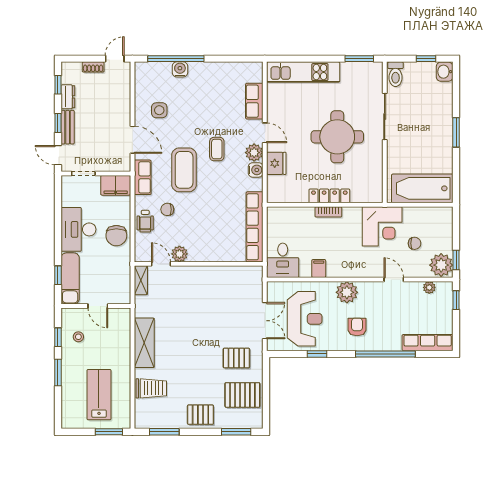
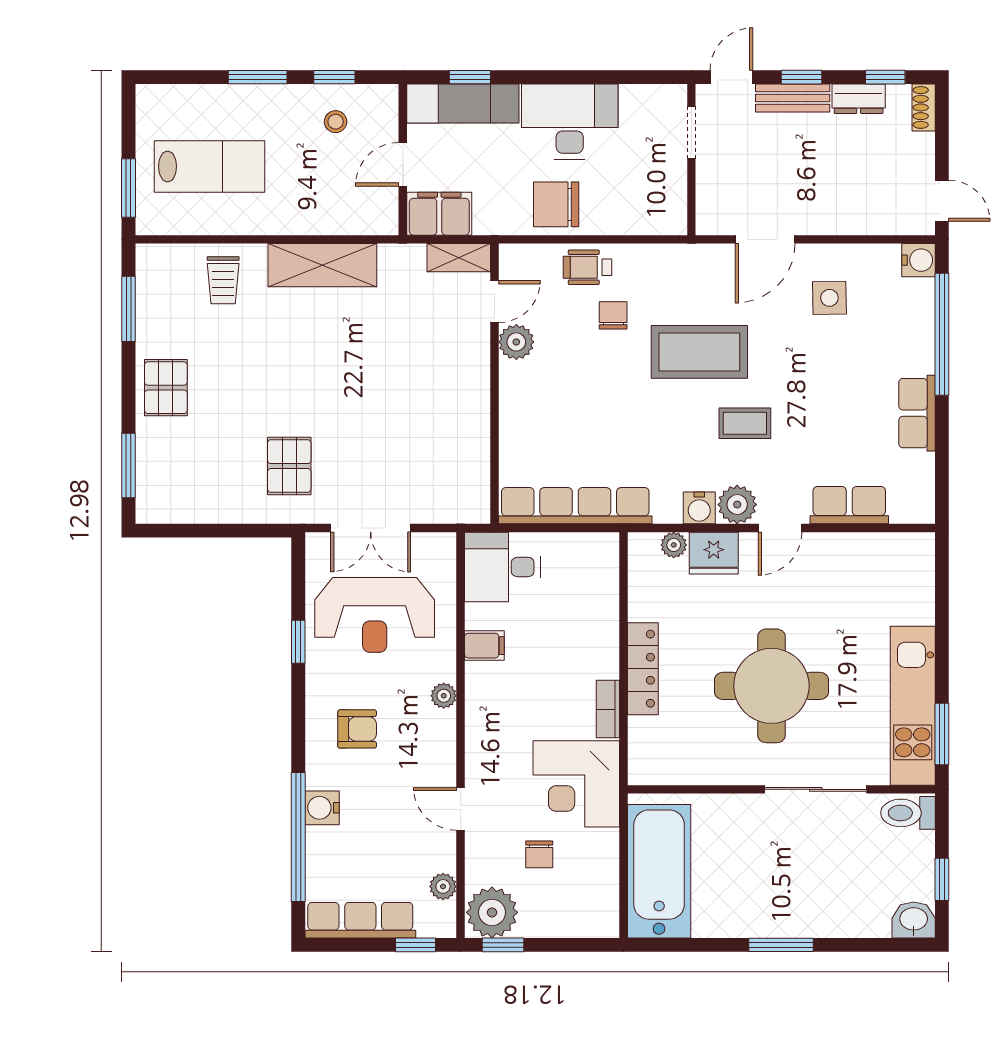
shoe rack: (93, 67) -> (924, 107), moved
water cooler: (180, 69) -> (918, 260), moved
kitchen unit: (303, 72) -> (913, 706), moved
row of seats: (143, 177) -> (917, 413), moved, turned 90
plant: (273, 182) -> (674, 545), added
filing cabinet: (116, 185) -> (439, 214), moved, turned 90
bookcase: (328, 212) -> (608, 709), moved
door: (394, 279) -> (461, 809), swing flipped
plant: (347, 292) -> (444, 696), width x0.53, depth x0.53
water cooler: (393, 343) -> (322, 808), added
row of seats: (428, 343) -> (360, 920), moved, turned -90
window: (385, 354) -> (298, 837), moved
trolley: (151, 388) -> (223, 280), width x0.73, depth x0.72
pallet: (242, 395) -> (209, 479), removed

